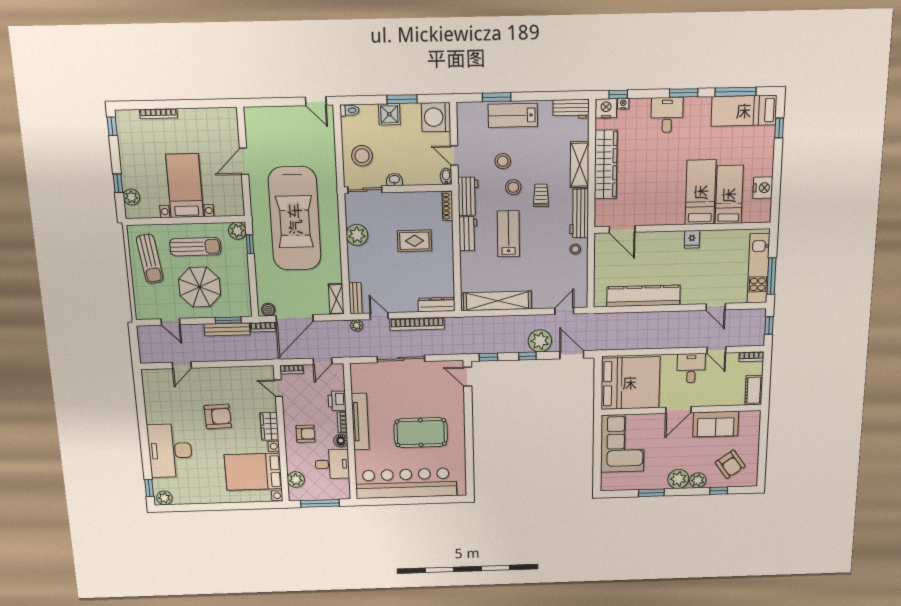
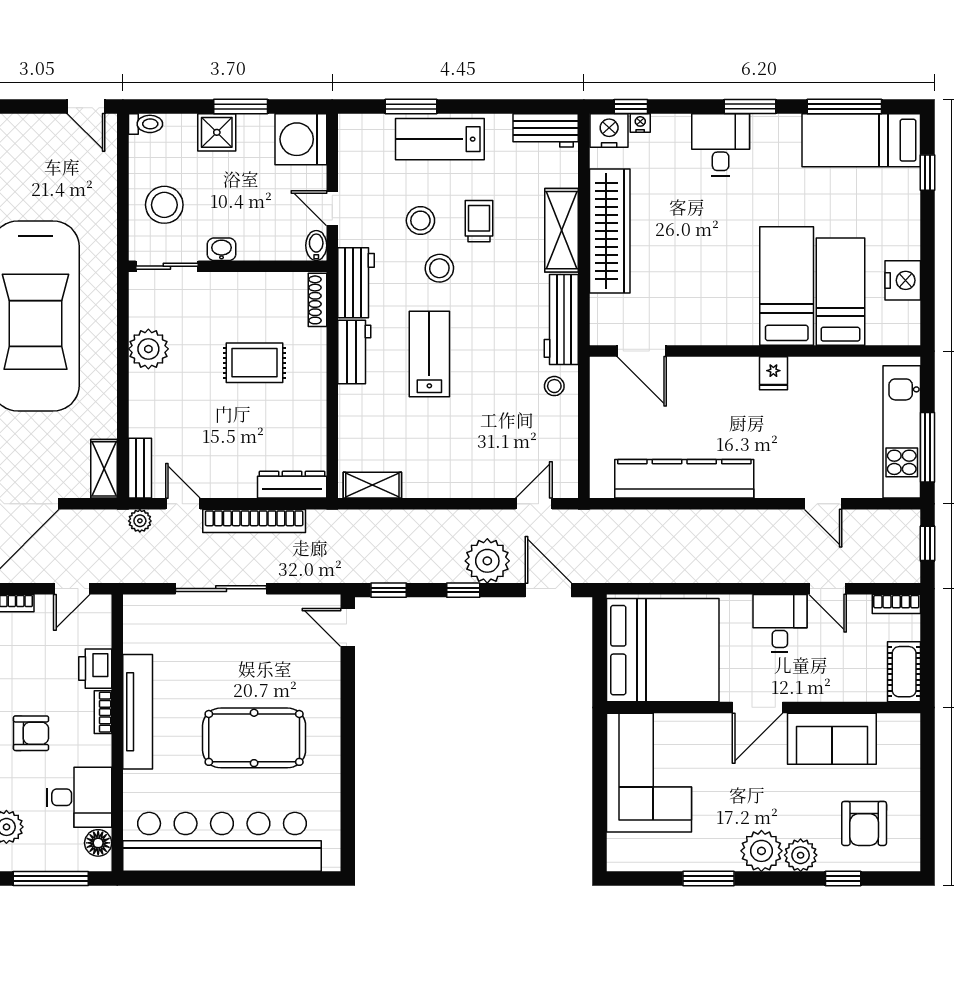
trolley: (541, 195) -> (479, 221), moved
shelving: (497, 301) -> (372, 485), width x0.45, depth x0.75
floor lamp: (341, 441) -> (98, 843), moved
armchair: (730, 464) -> (864, 823), turned 35

